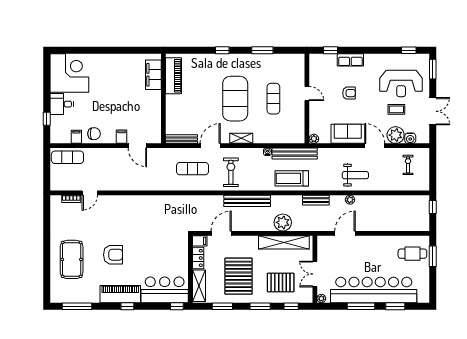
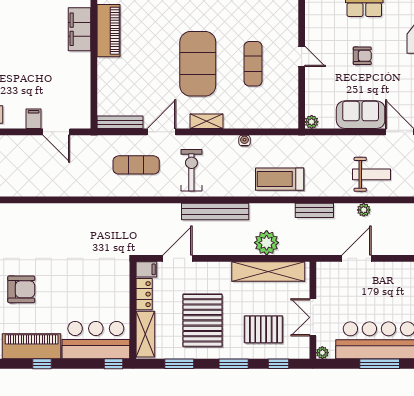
bench: (295, 154) -> (284, 143), removed

